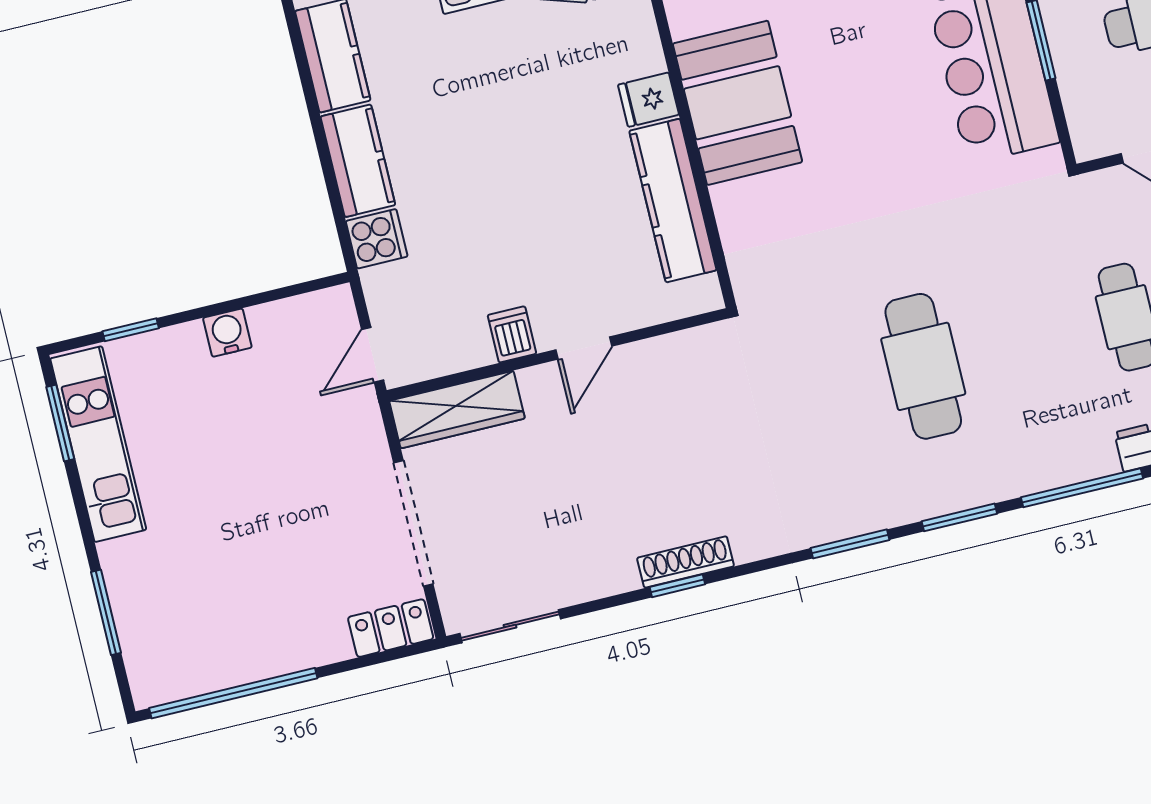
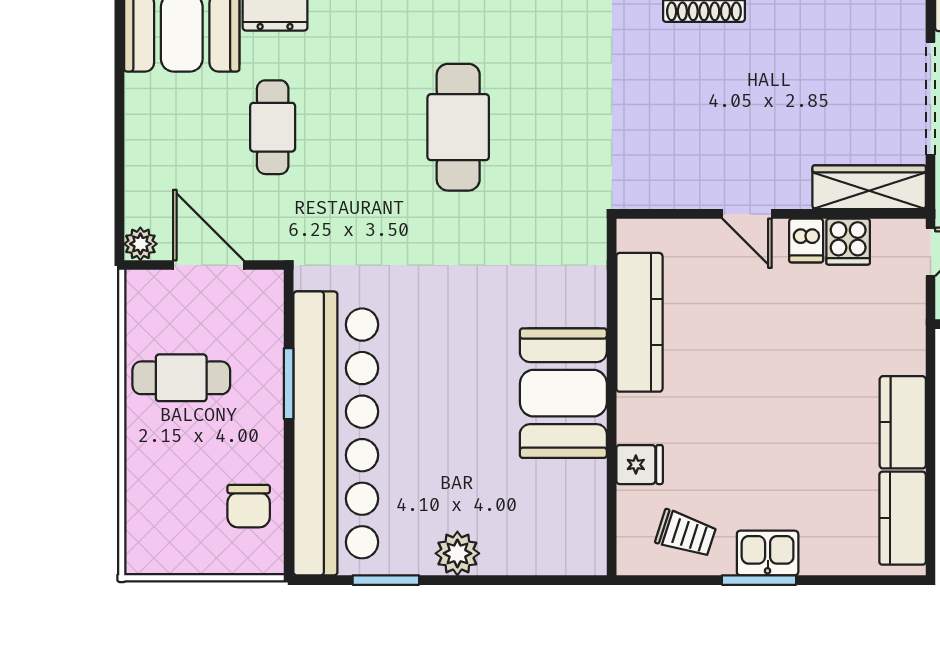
fridge: (648, 100) -> (640, 465), moved
cooker: (377, 239) -> (848, 242), moved, turned -90
door: (584, 348) -> (747, 214), swing flipped

